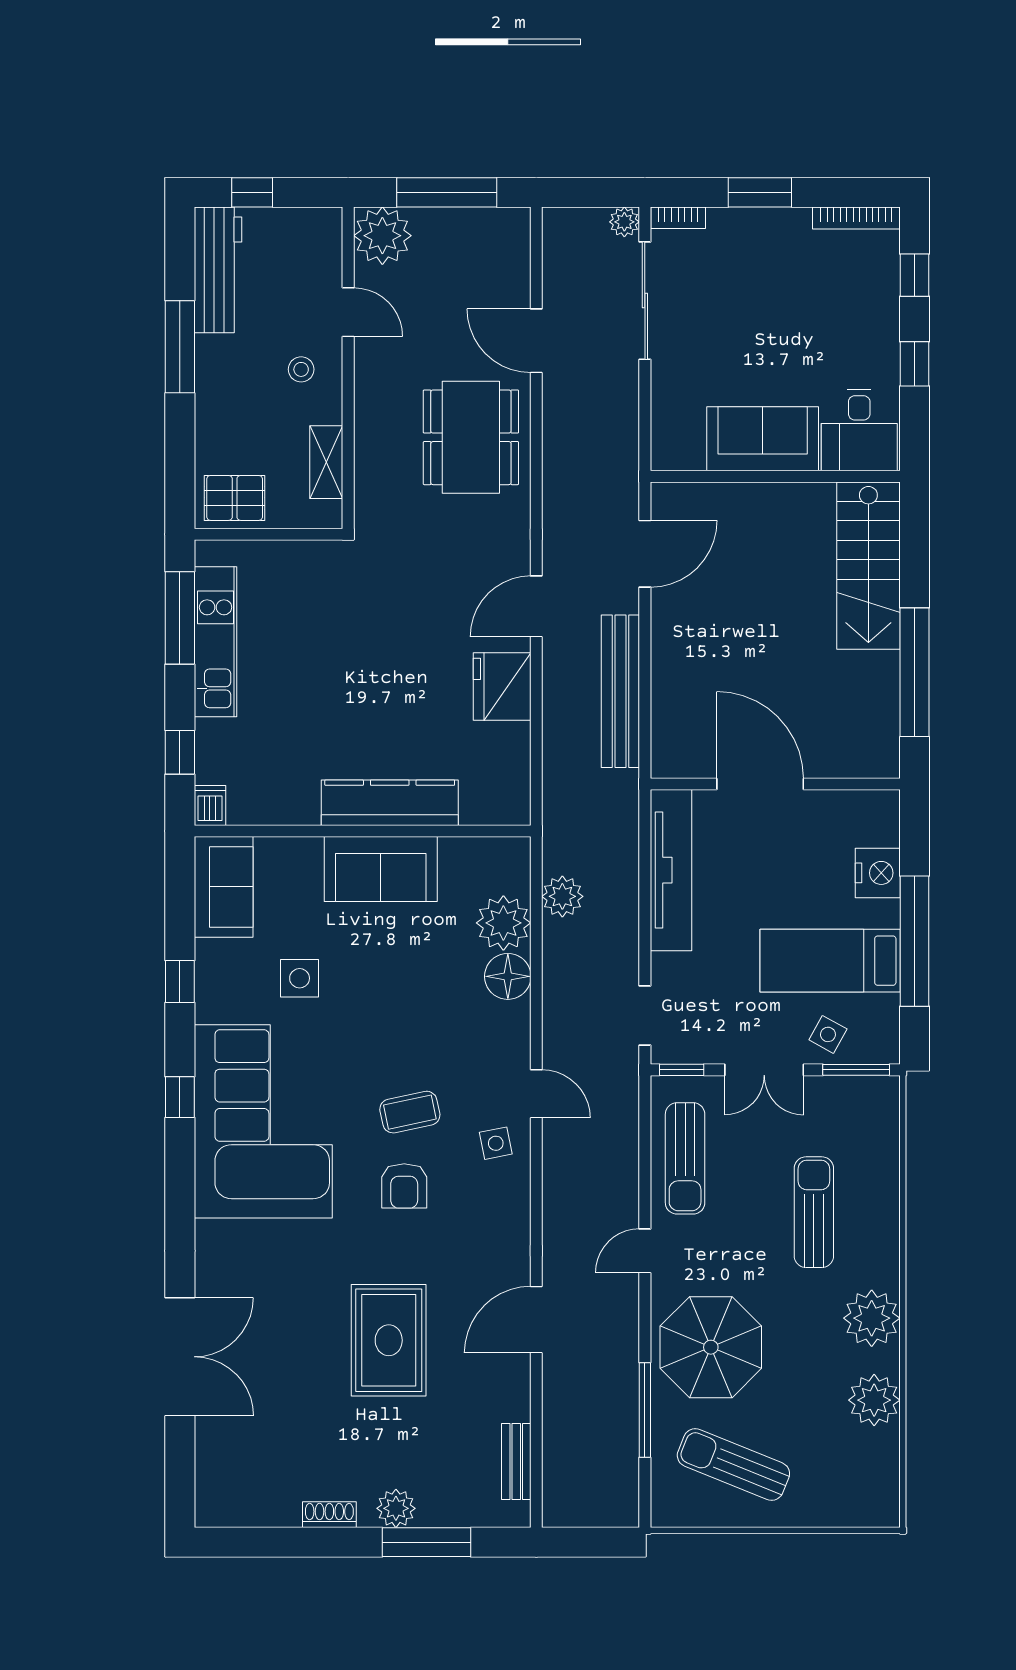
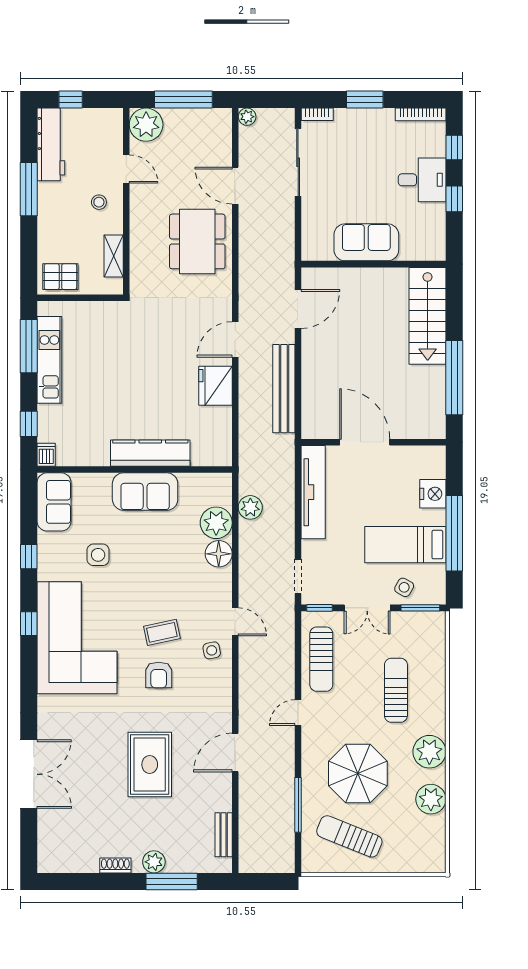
plant: (624, 222) -> (247, 117), moved
desk: (859, 430) -> (422, 180), moved, turned -90
parasol: (711, 1347) -> (358, 773), moved

